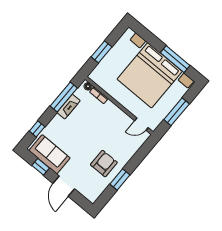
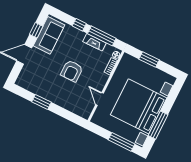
window: (177, 112) -> (121, 142), moved
door: (141, 124) -> (99, 99), moved
window: (37, 129) -> (79, 25), moved
armchair: (104, 164) -> (72, 71), moved, turned 90

